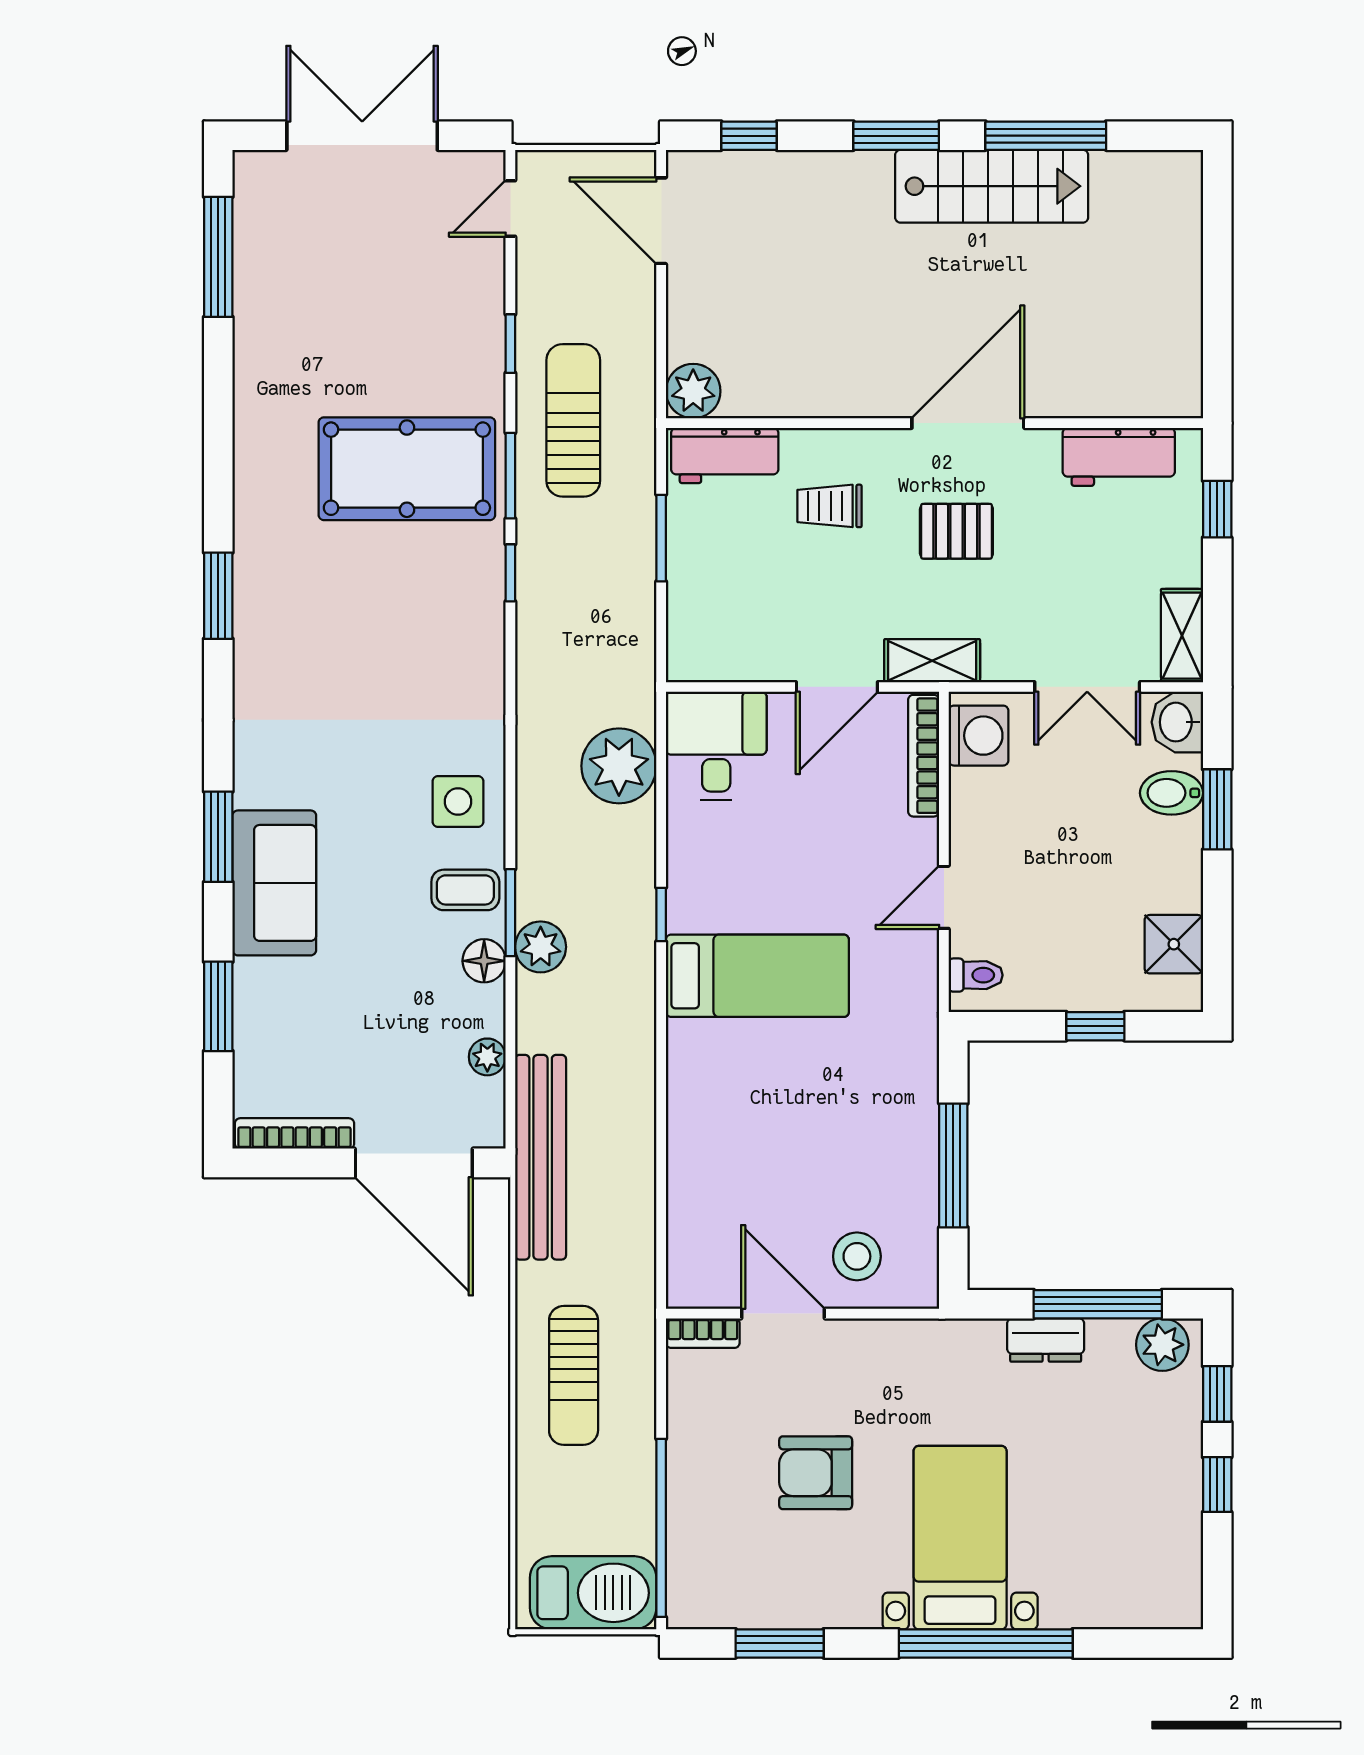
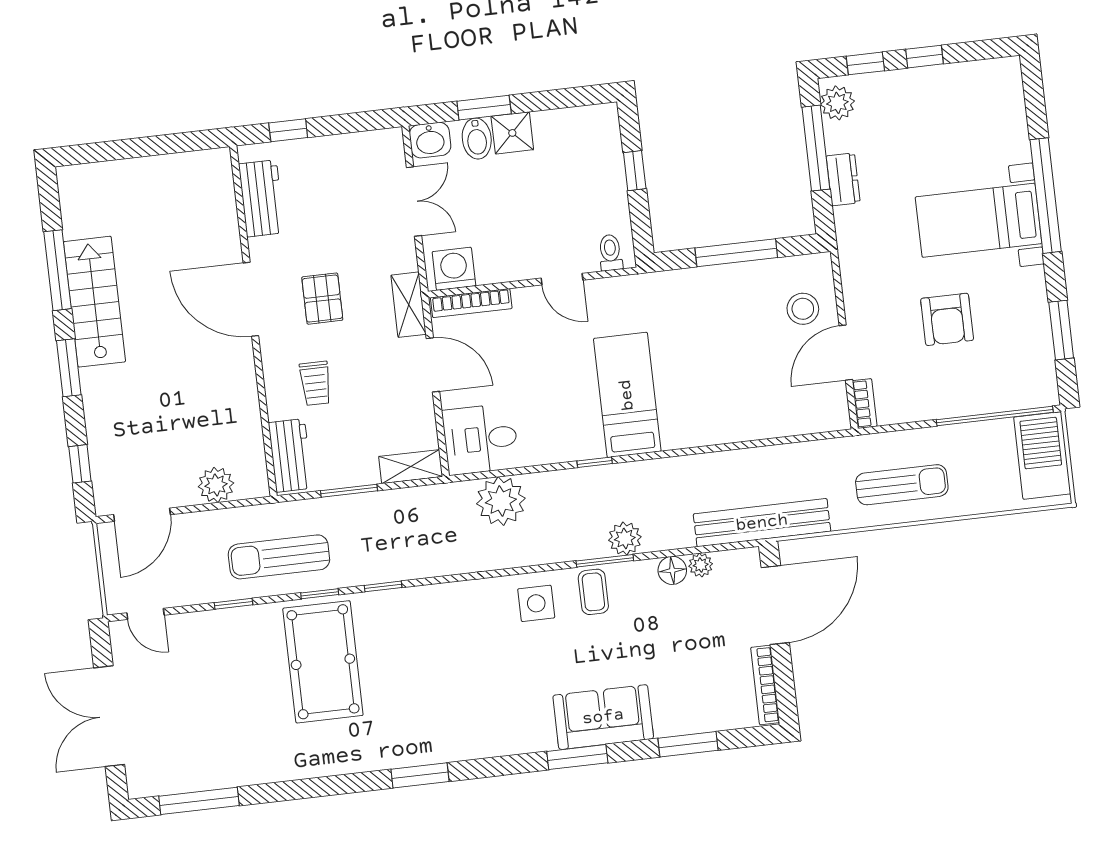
plant: (693, 391) -> (216, 485), moved
window: (510, 476) -> (320, 594), width x0.67
shelving: (1182, 636) -> (411, 467), moved
shower: (1174, 944) -> (512, 133), moved
floor lamp: (484, 961) -> (672, 570), moved

